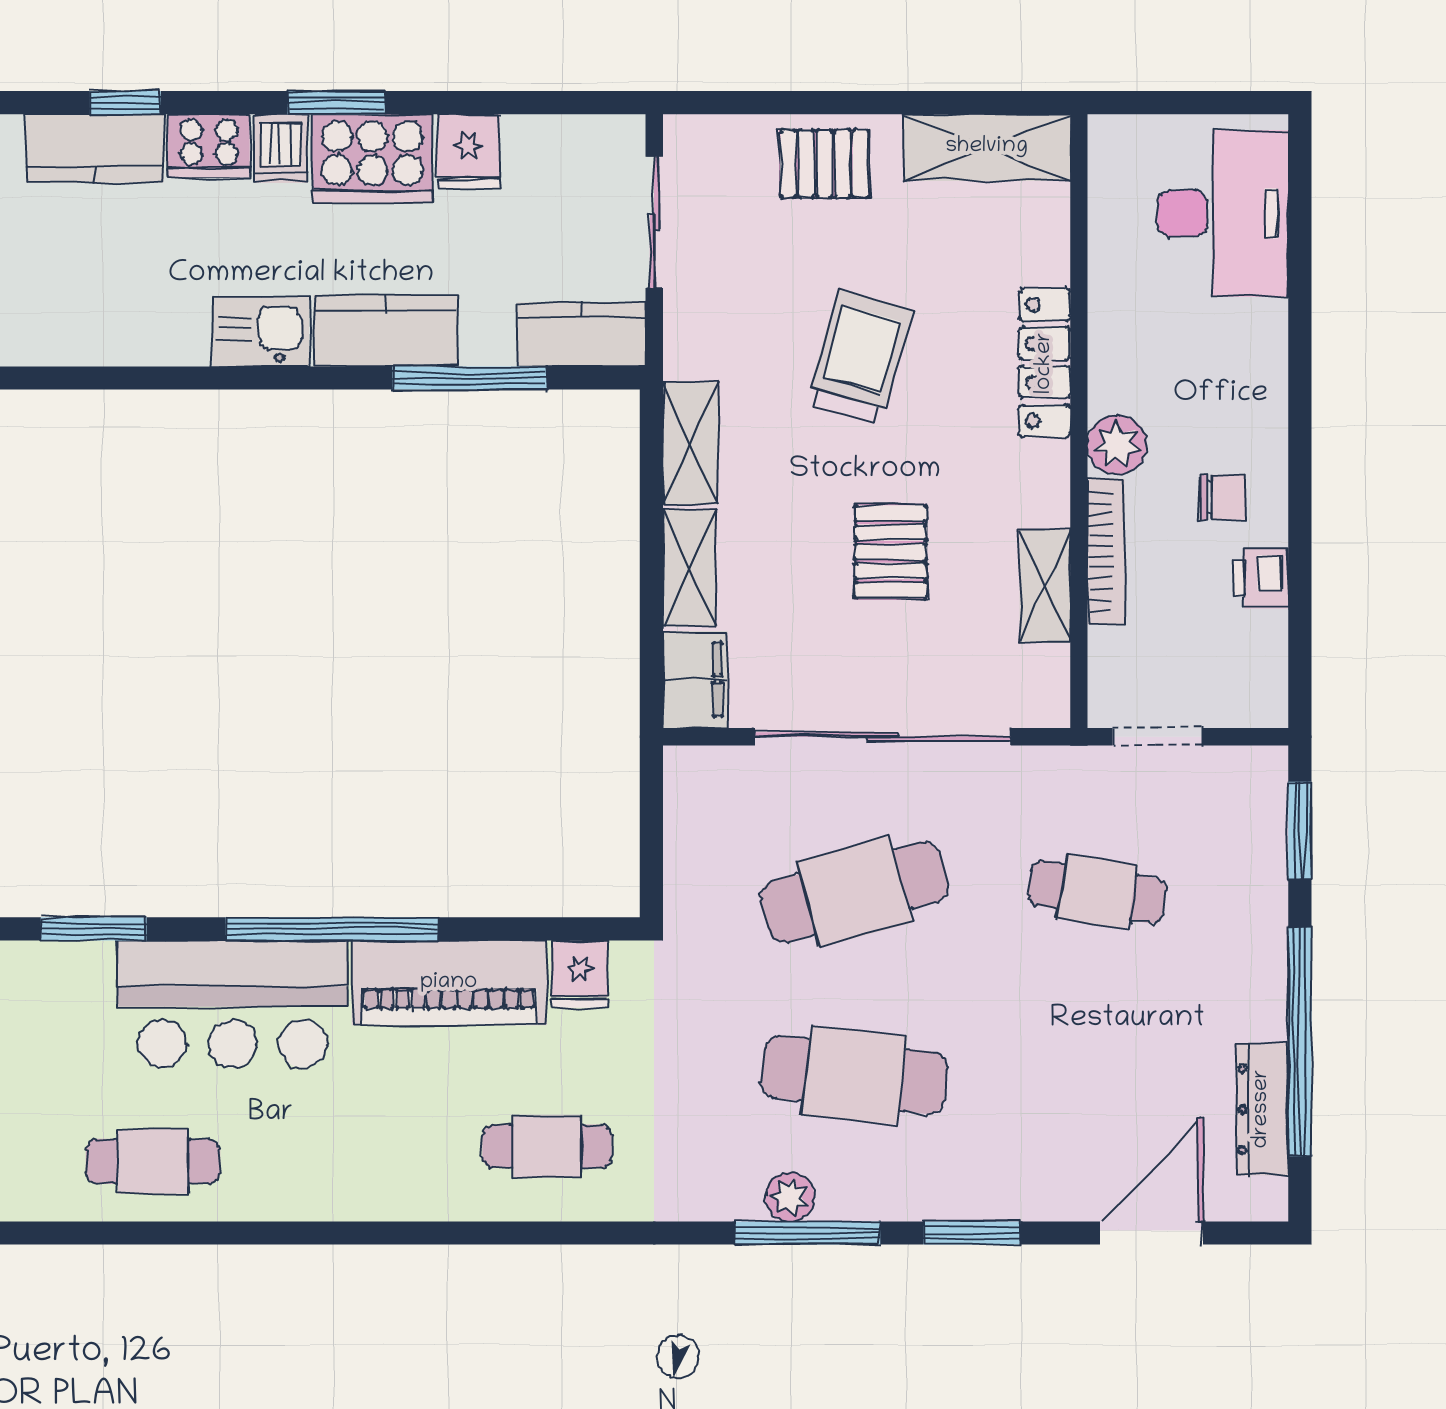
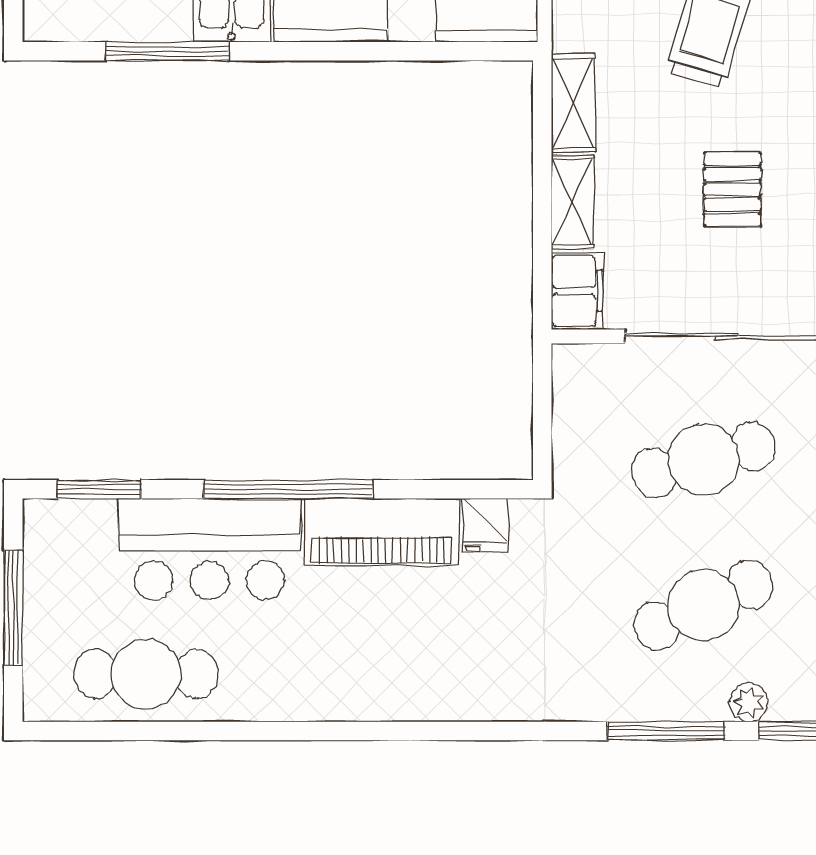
window: (470, 378) -> (167, 51), moved
cafe table: (854, 1075) -> (703, 605), turned -30
cafe table: (547, 1146) -> (459, 662), removed
cafe table: (153, 1161) -> (146, 674), width x1.37, depth x1.35
plant: (790, 1197) -> (749, 702), moved

